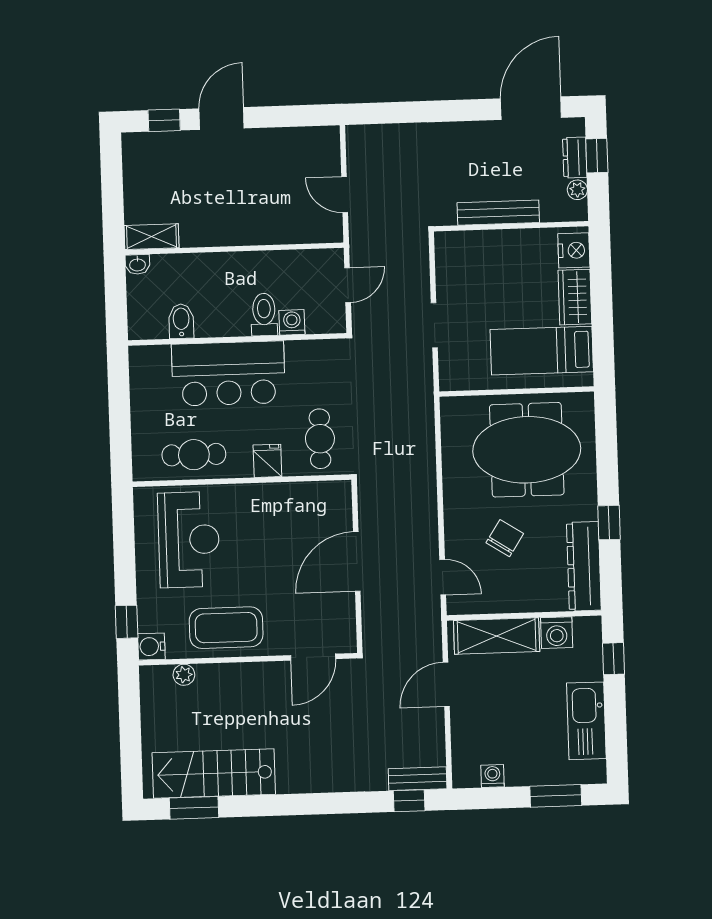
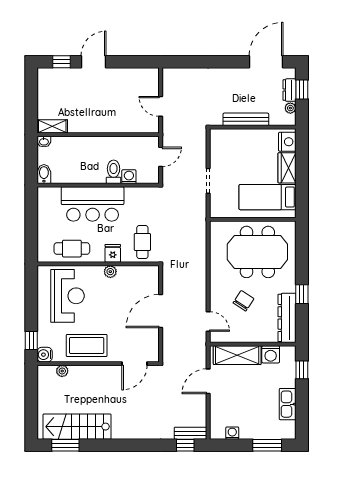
bidet: (181, 321) -> (44, 174), moved
plant: (264, 494) -> (110, 272), added
kitchen sink: (586, 721) -> (288, 404), width x0.73, depth x0.81

